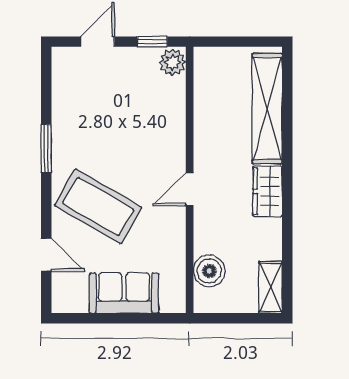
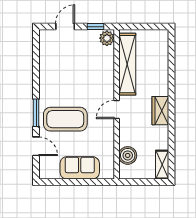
shelving: (267, 109) -> (127, 64), moved
window: (46, 149) -> (36, 113), moved
coffee table: (98, 206) -> (65, 119), turned -30

